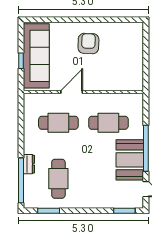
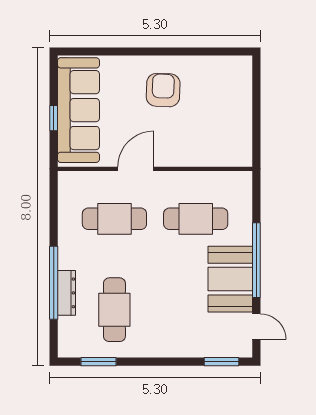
dresser: (29, 164) -> (66, 293), width x1.44
window: (21, 180) -> (54, 283), moved

